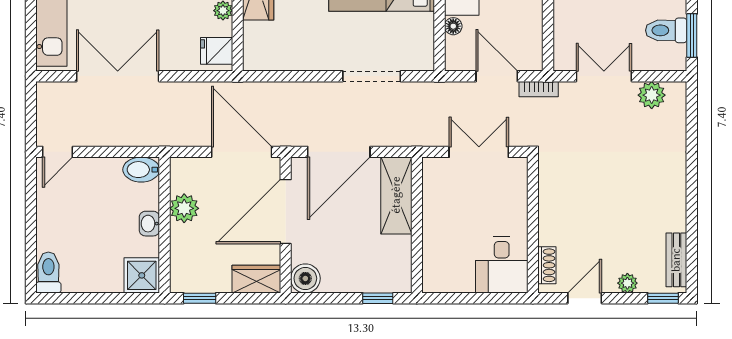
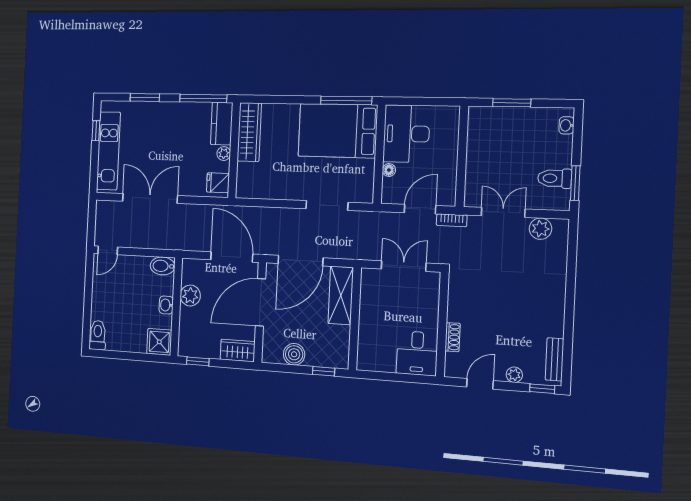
door: (497, 76) -> (420, 209), hinge flipped
shoe rack: (547, 265) -> (453, 337), moved
boiler: (305, 278) -> (294, 354), moved

